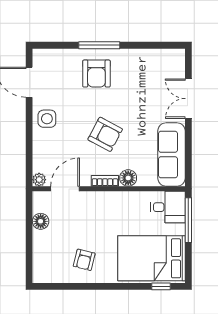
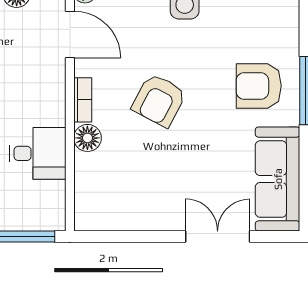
sofa: (172, 155) -> (278, 179), moved, turned -90
desk: (168, 207) -> (38, 153), moved, turned -90

